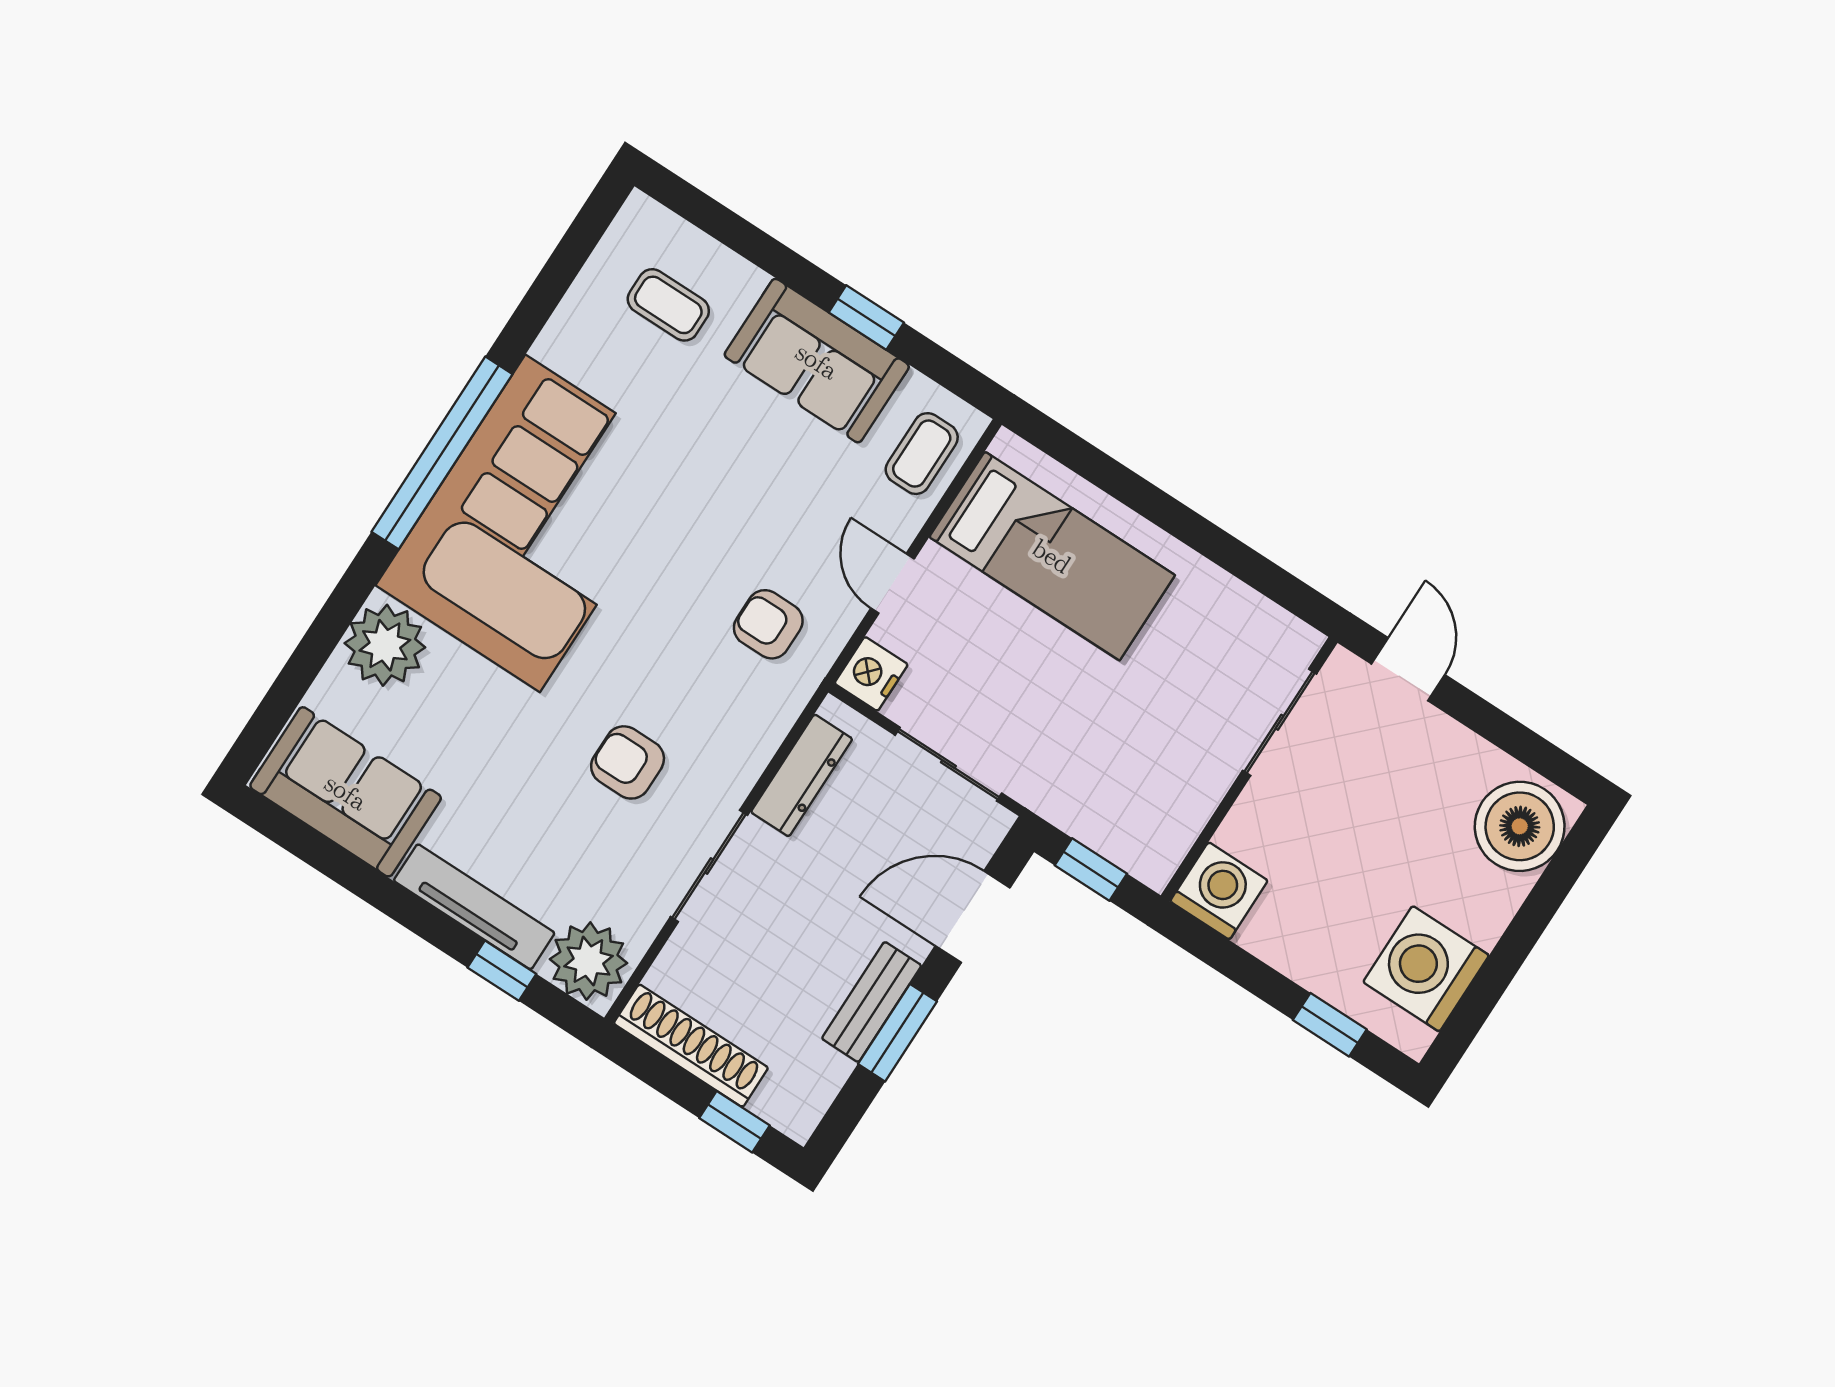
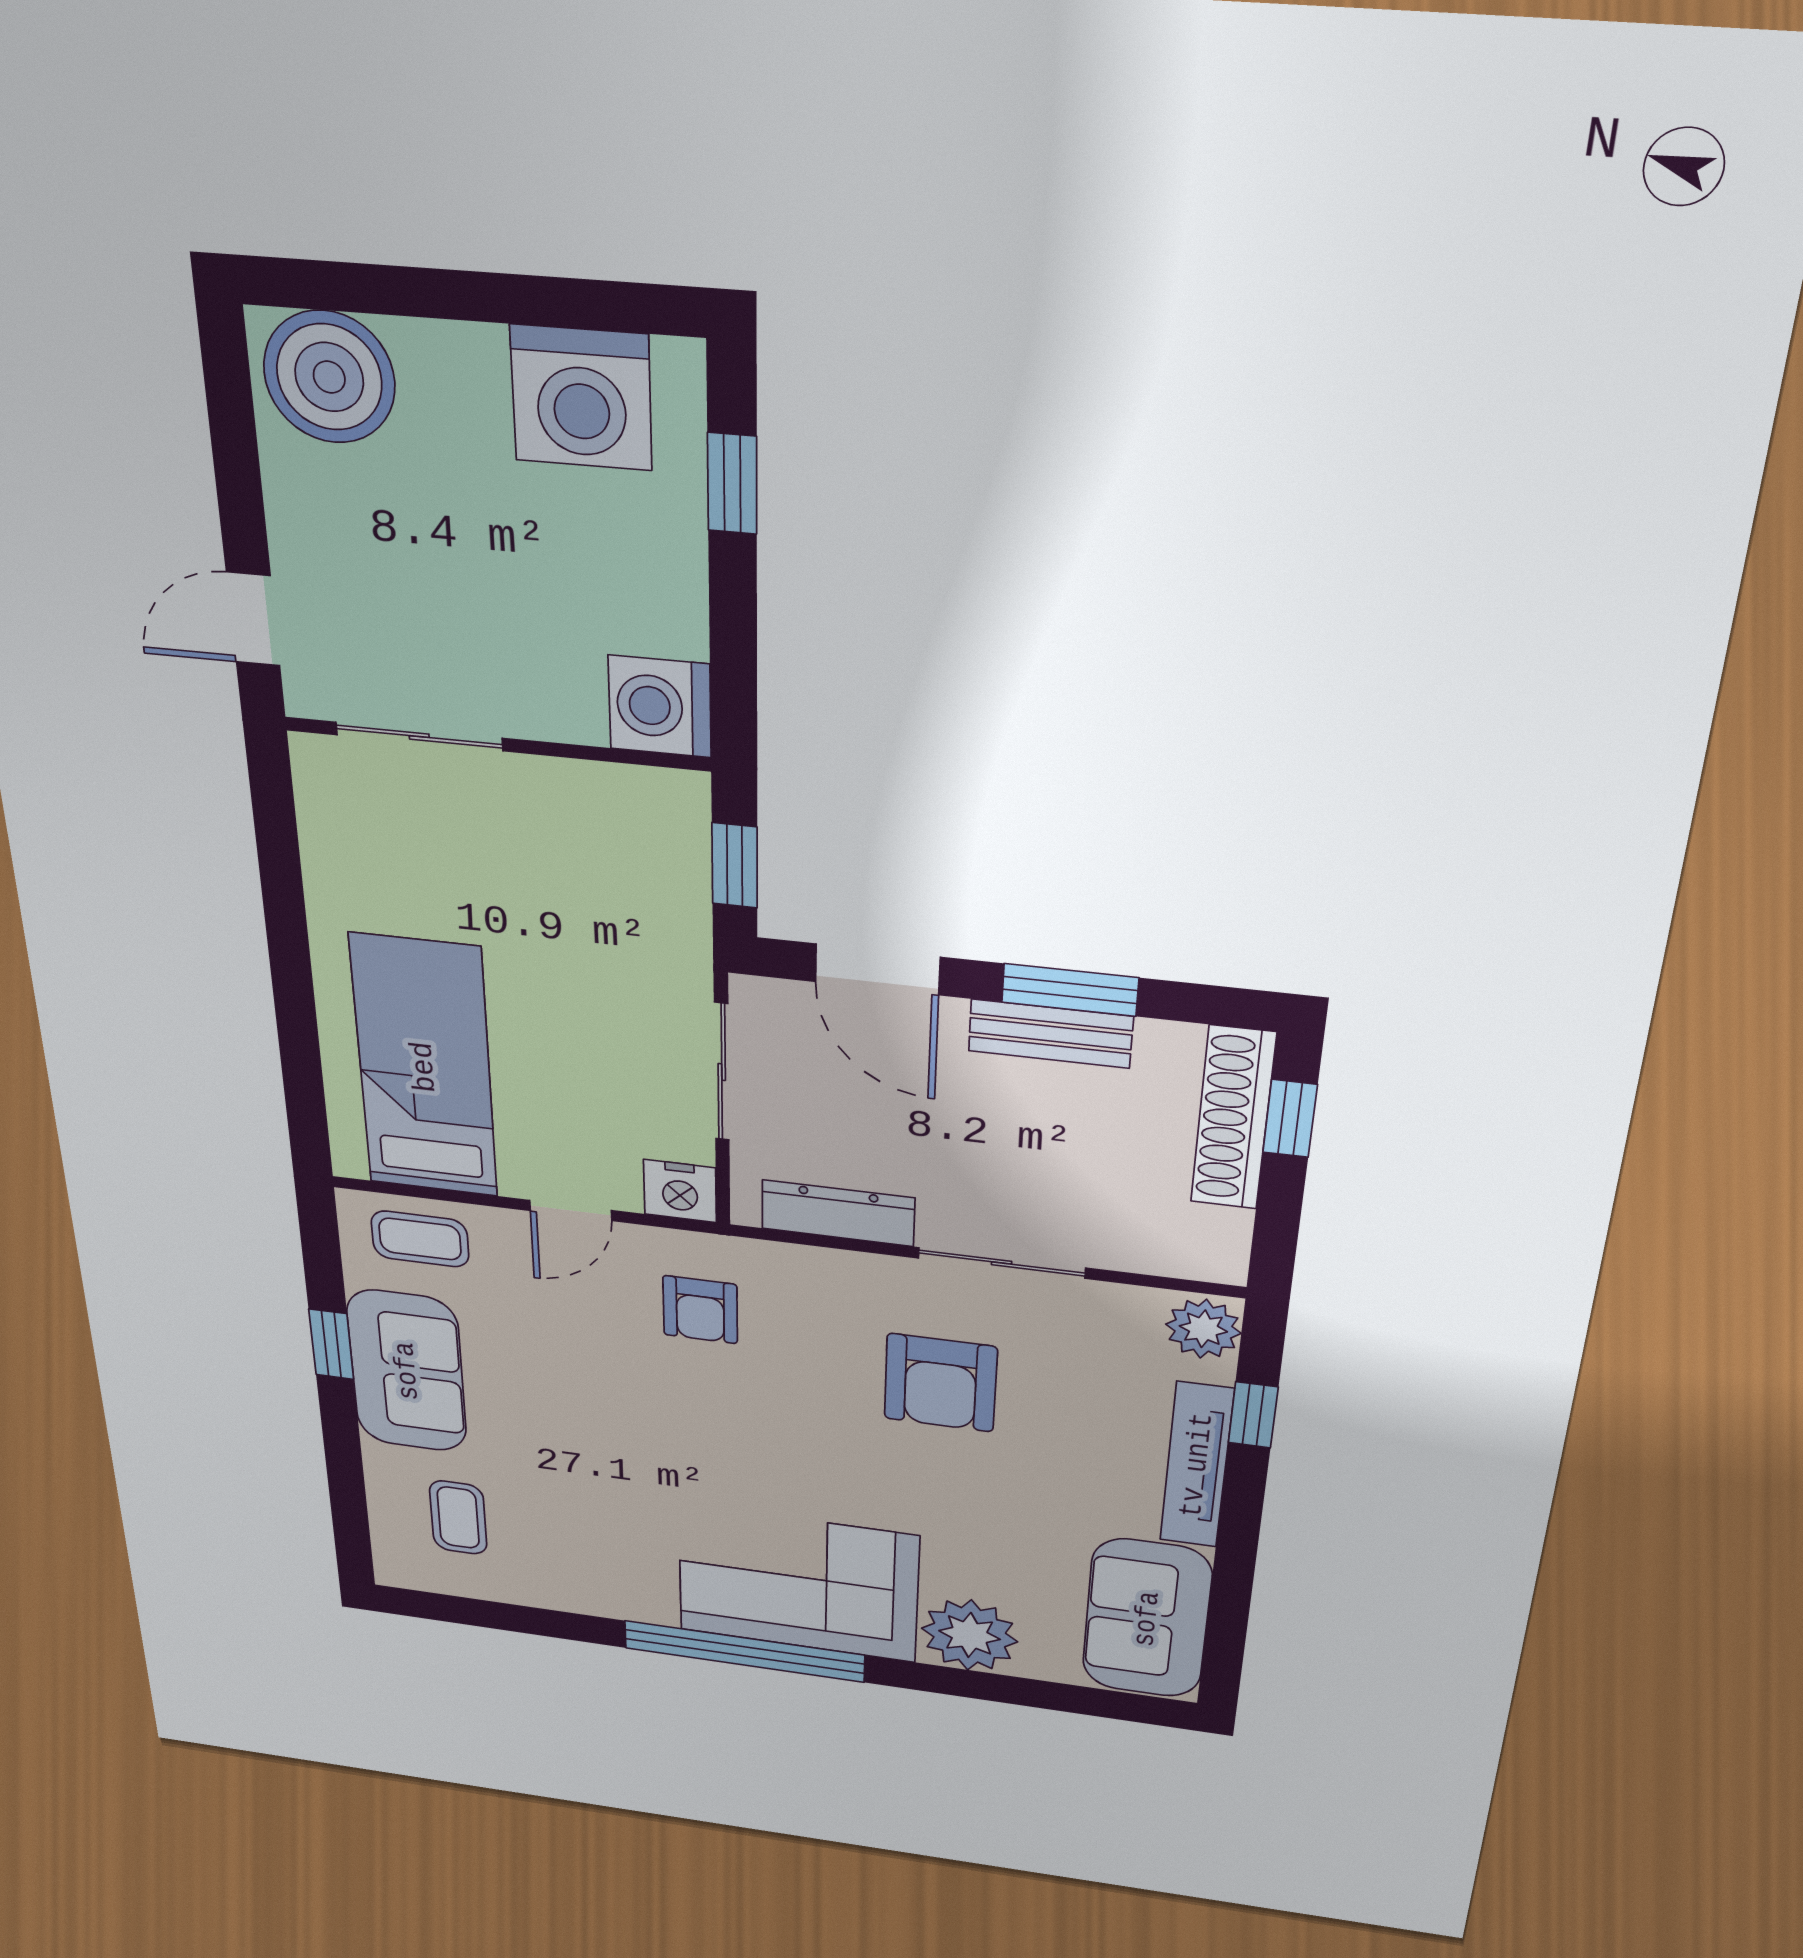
corner sofa: (533, 523) -> (798, 1583), width x0.73, depth x0.74
armchair: (628, 762) -> (940, 1383), width x1.38, depth x1.38
plant: (588, 961) -> (1203, 1329), width x0.73, depth x0.73
shoe rack: (691, 1046) -> (1233, 1118), moved

